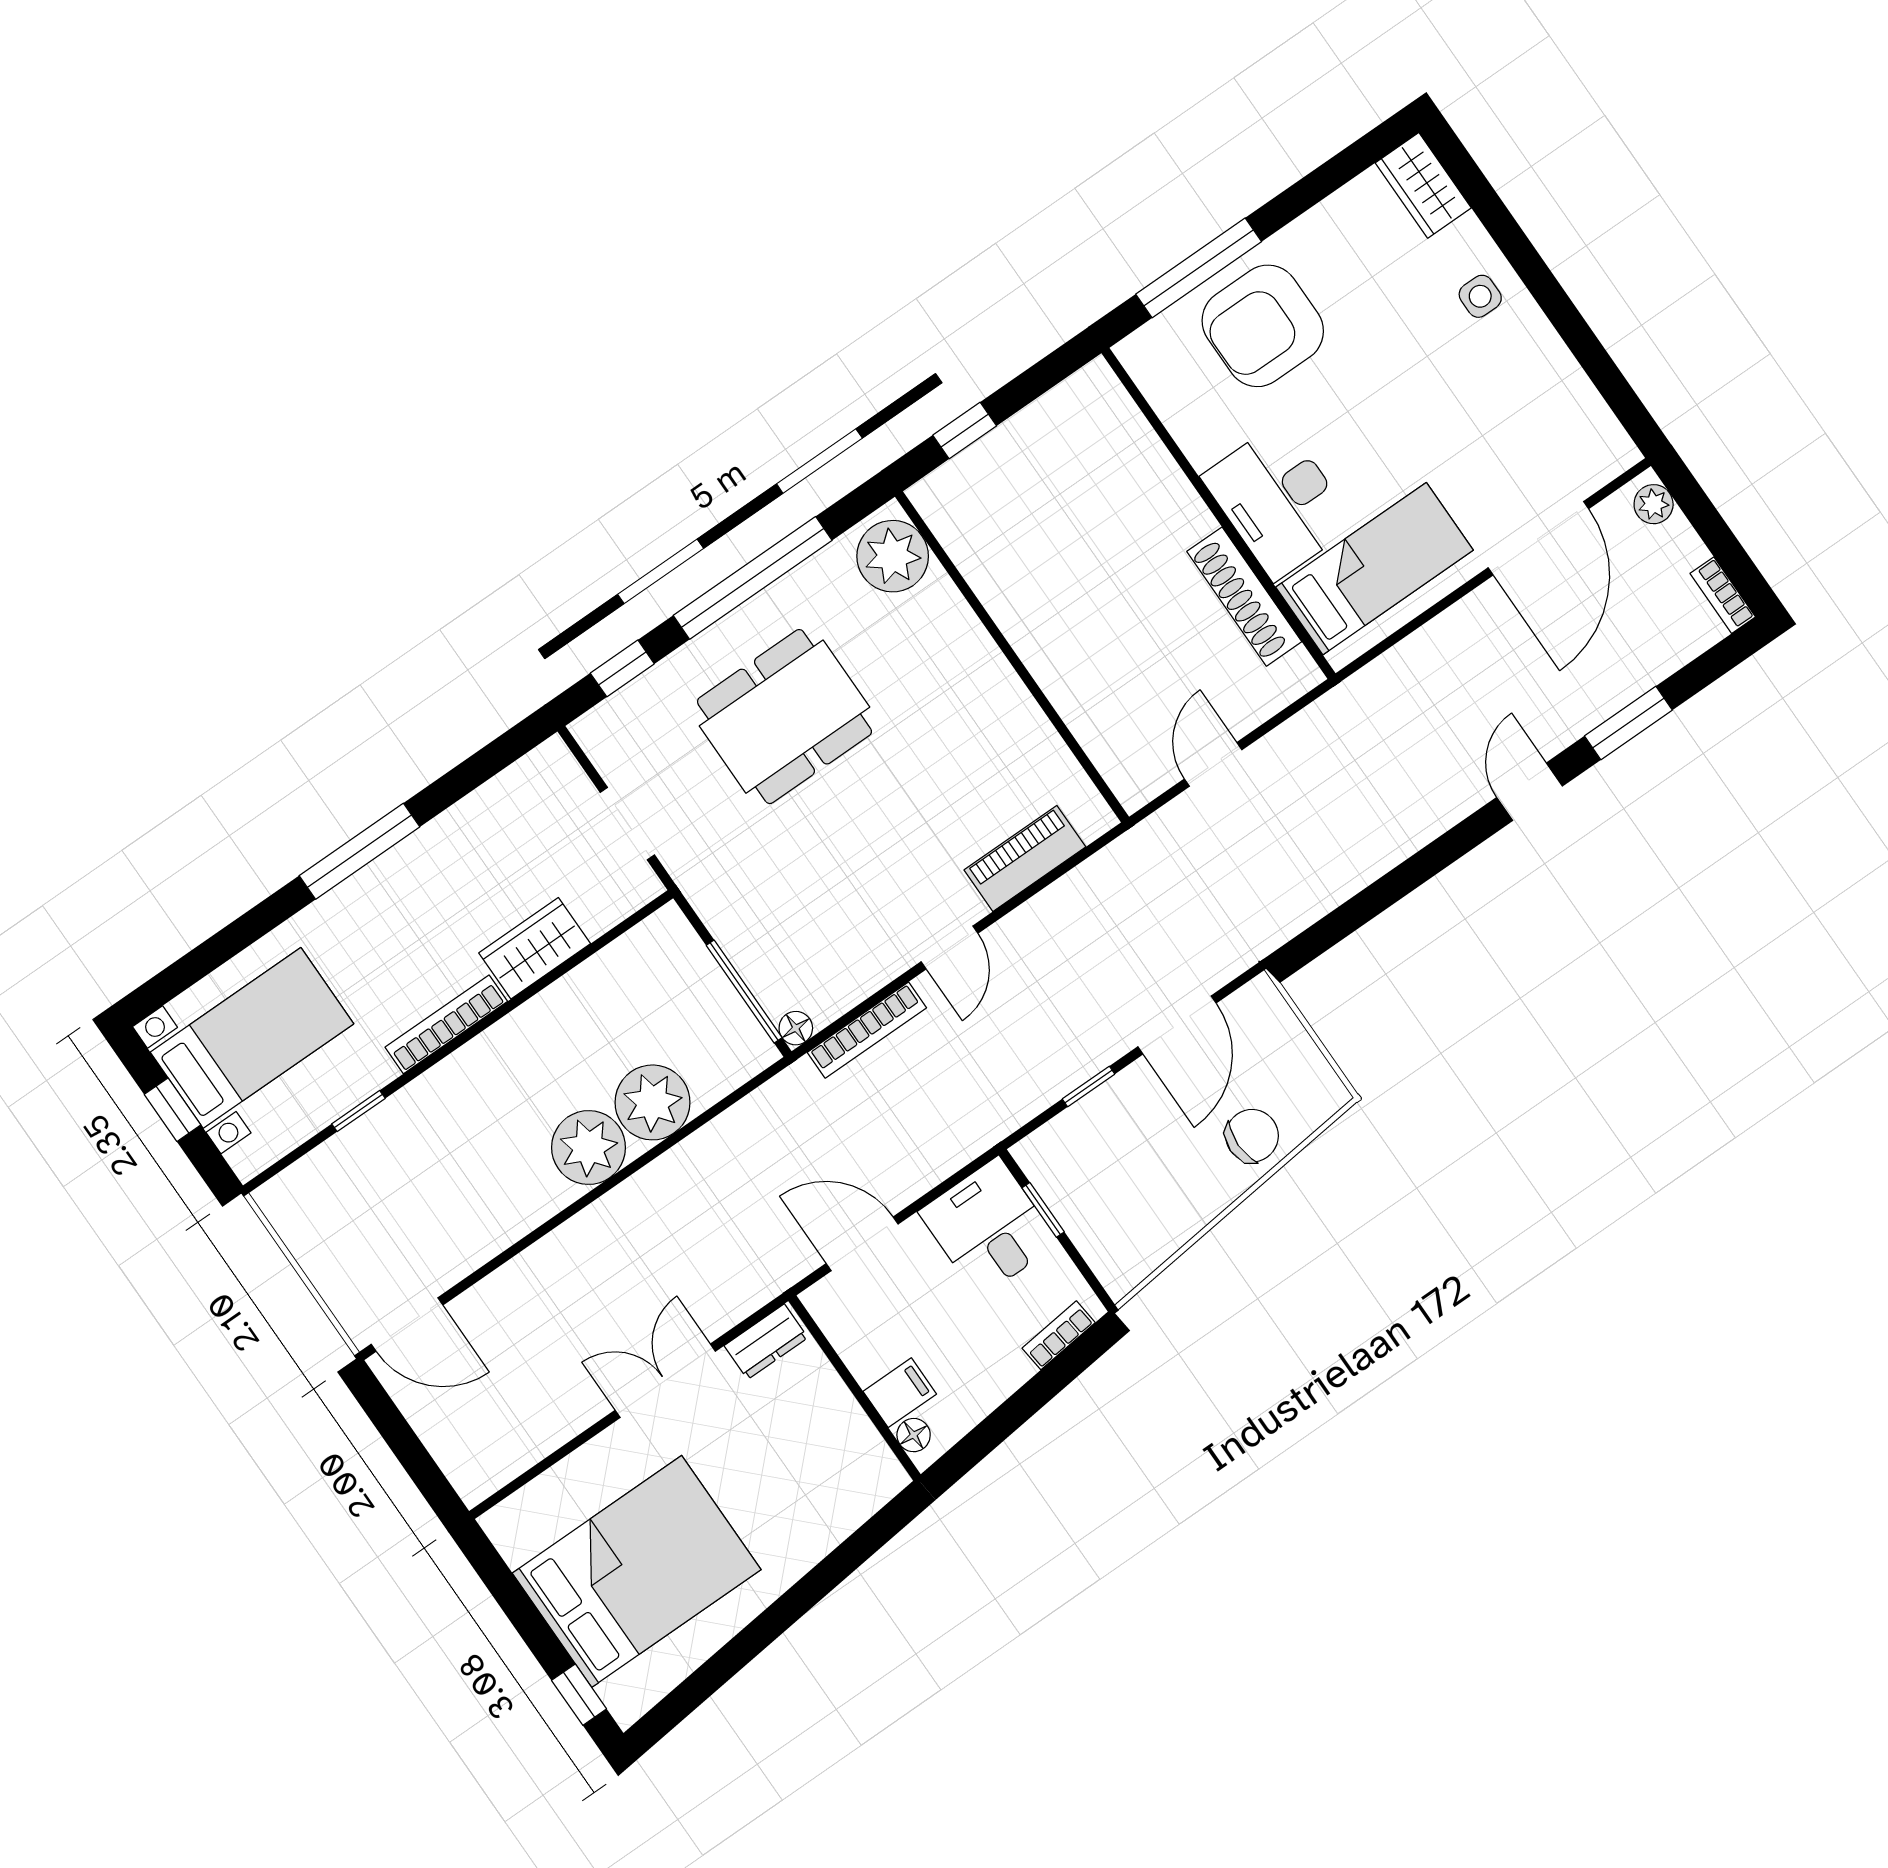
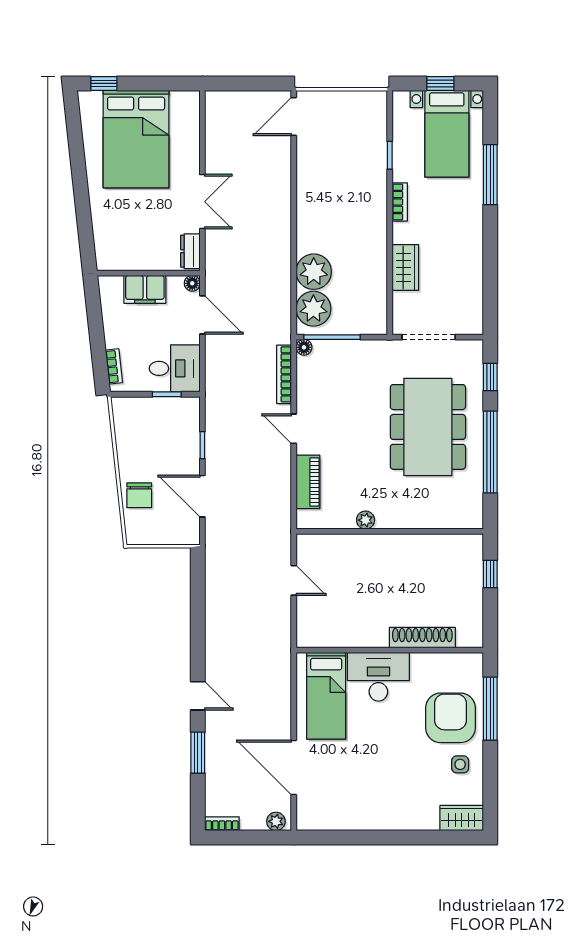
side table: (1480, 296) -> (460, 764), moved
plant: (893, 556) -> (366, 520), moved, width x0.53, depth x0.53
shoe rack: (1244, 597) -> (422, 638), moved
dining table: (784, 717) -> (428, 427), width x1.36, depth x1.24
doorway: (627, 824) -> (429, 337), width x1.38
window: (359, 851) -> (490, 175), moved
bookcase: (446, 1024) -> (400, 202), width x0.64
plant: (589, 1148) -> (313, 309), moved
door: (862, 1244) -> (202, 315), hinge flipped
filing cabinet: (900, 1393) -> (145, 289), width x2.00
floor lamp: (914, 1435) -> (192, 283), moved

